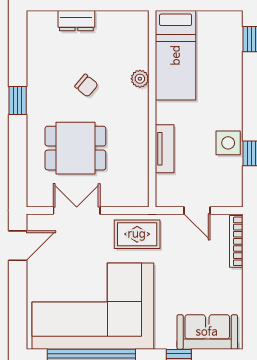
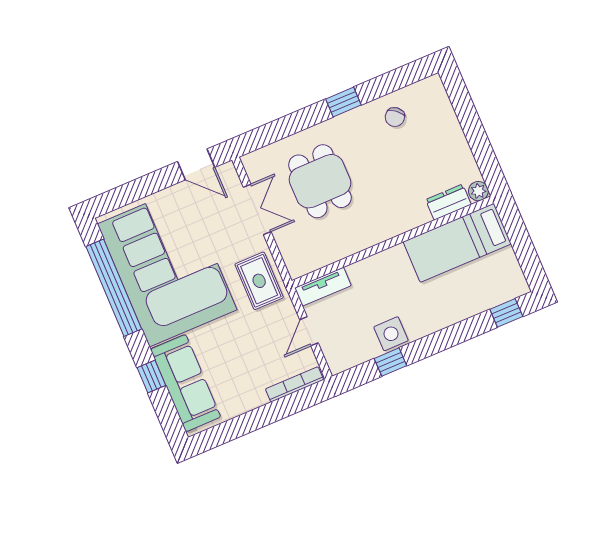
dresser: (76, 21) -> (448, 202), moved, turned 90
plant: (140, 79) -> (478, 191), moved
chair: (86, 86) -> (395, 117), moved
tv unit: (165, 149) -> (323, 287), moved
sofa: (207, 332) -> (186, 383), width x1.36

